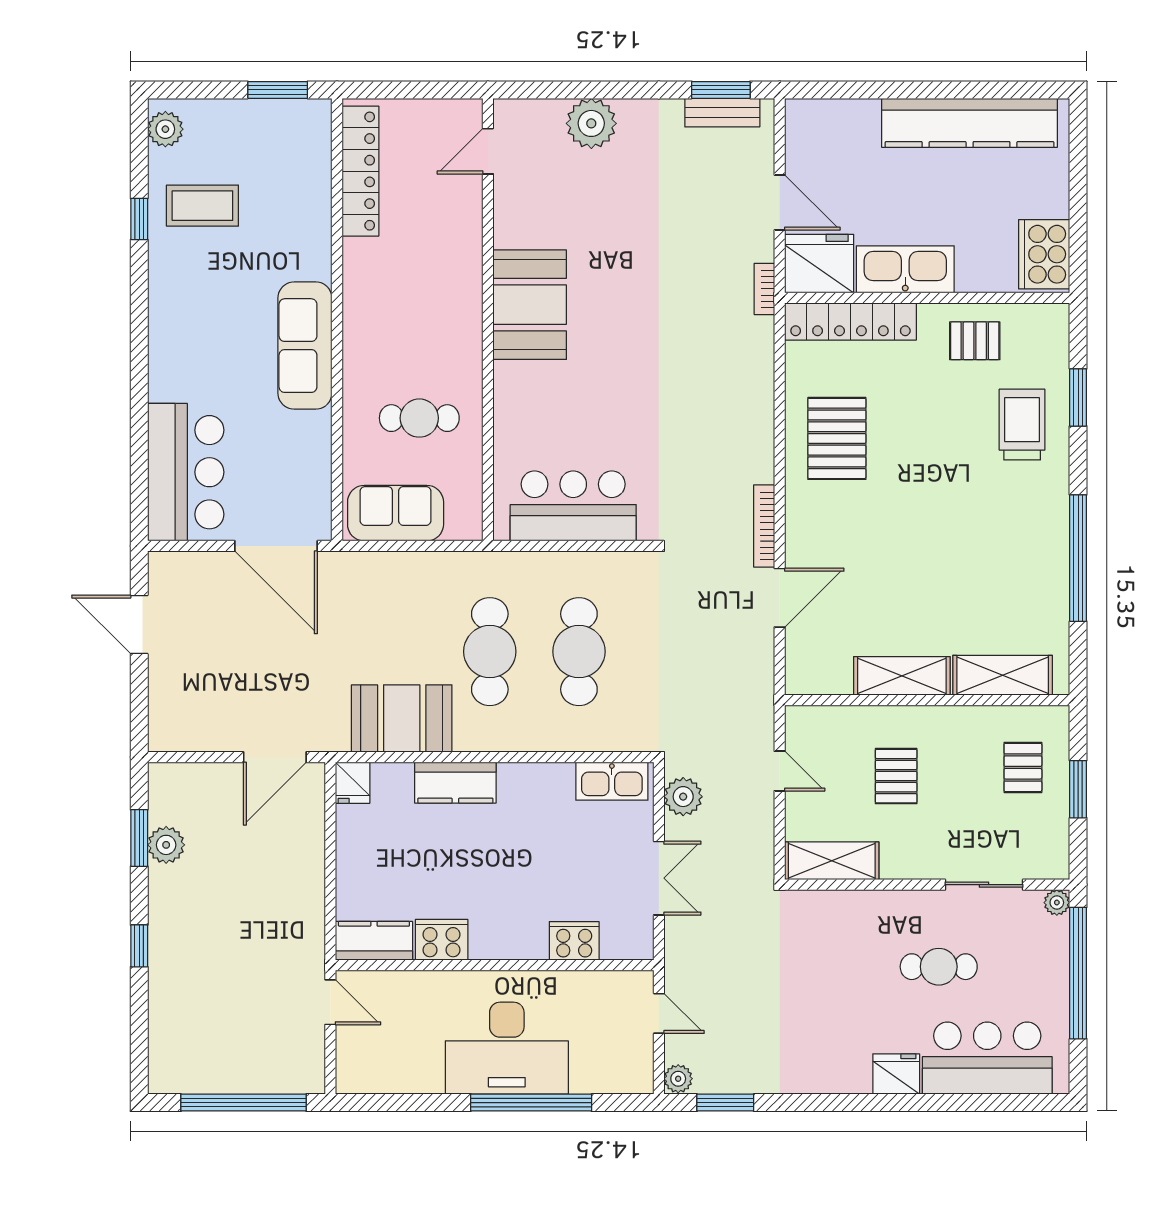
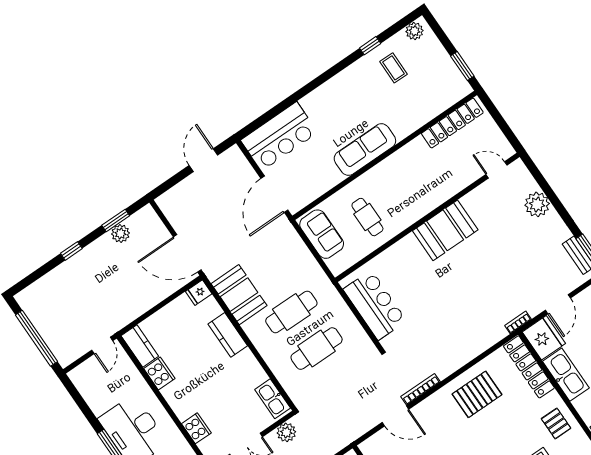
coffee table: (202, 206) -> (393, 68), width x0.73, depth x0.77
door: (275, 757) -> (187, 253), width x1.36

